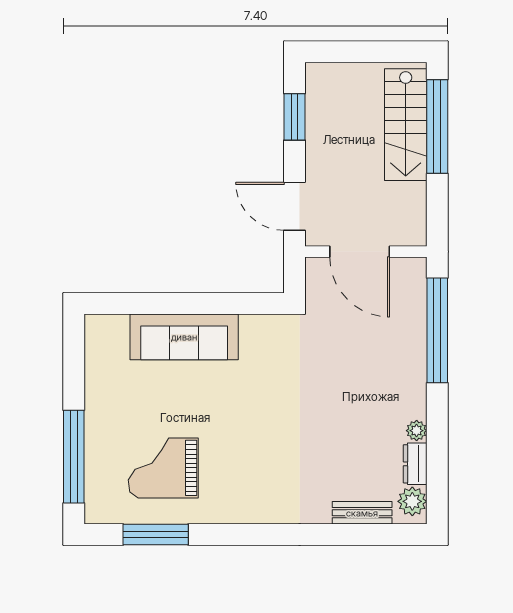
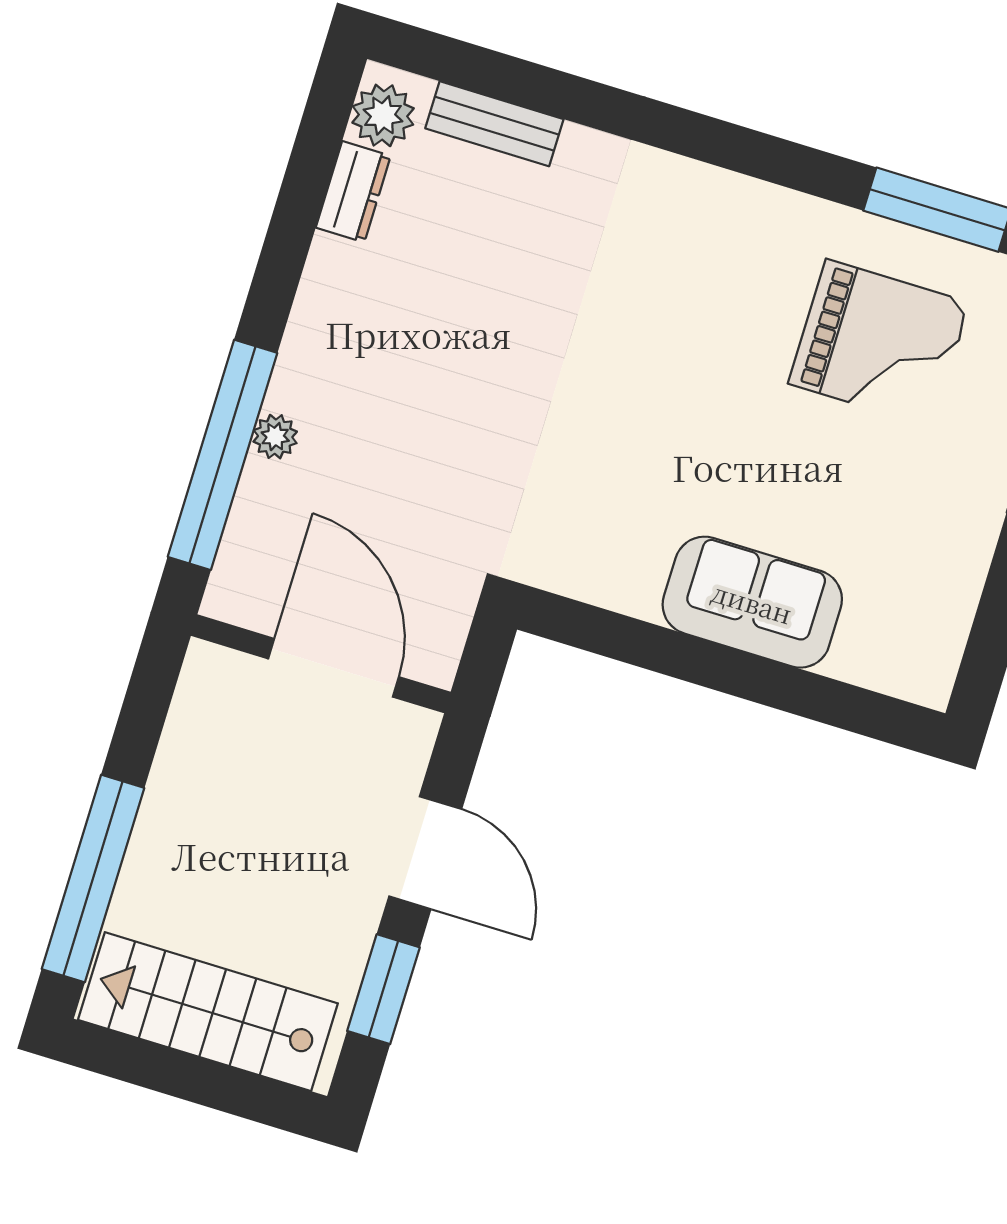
stairs: (406, 125) -> (208, 1012), moved, turned -90
door: (294, 206) -> (425, 853), moved
sofa: (184, 337) -> (752, 602), width x0.73
plant: (417, 431) -> (275, 437), moved

